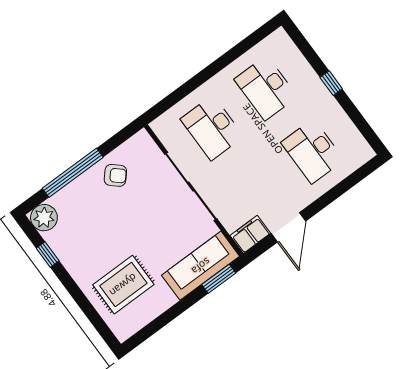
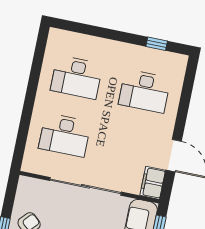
window: (331, 83) -> (157, 44), moved

